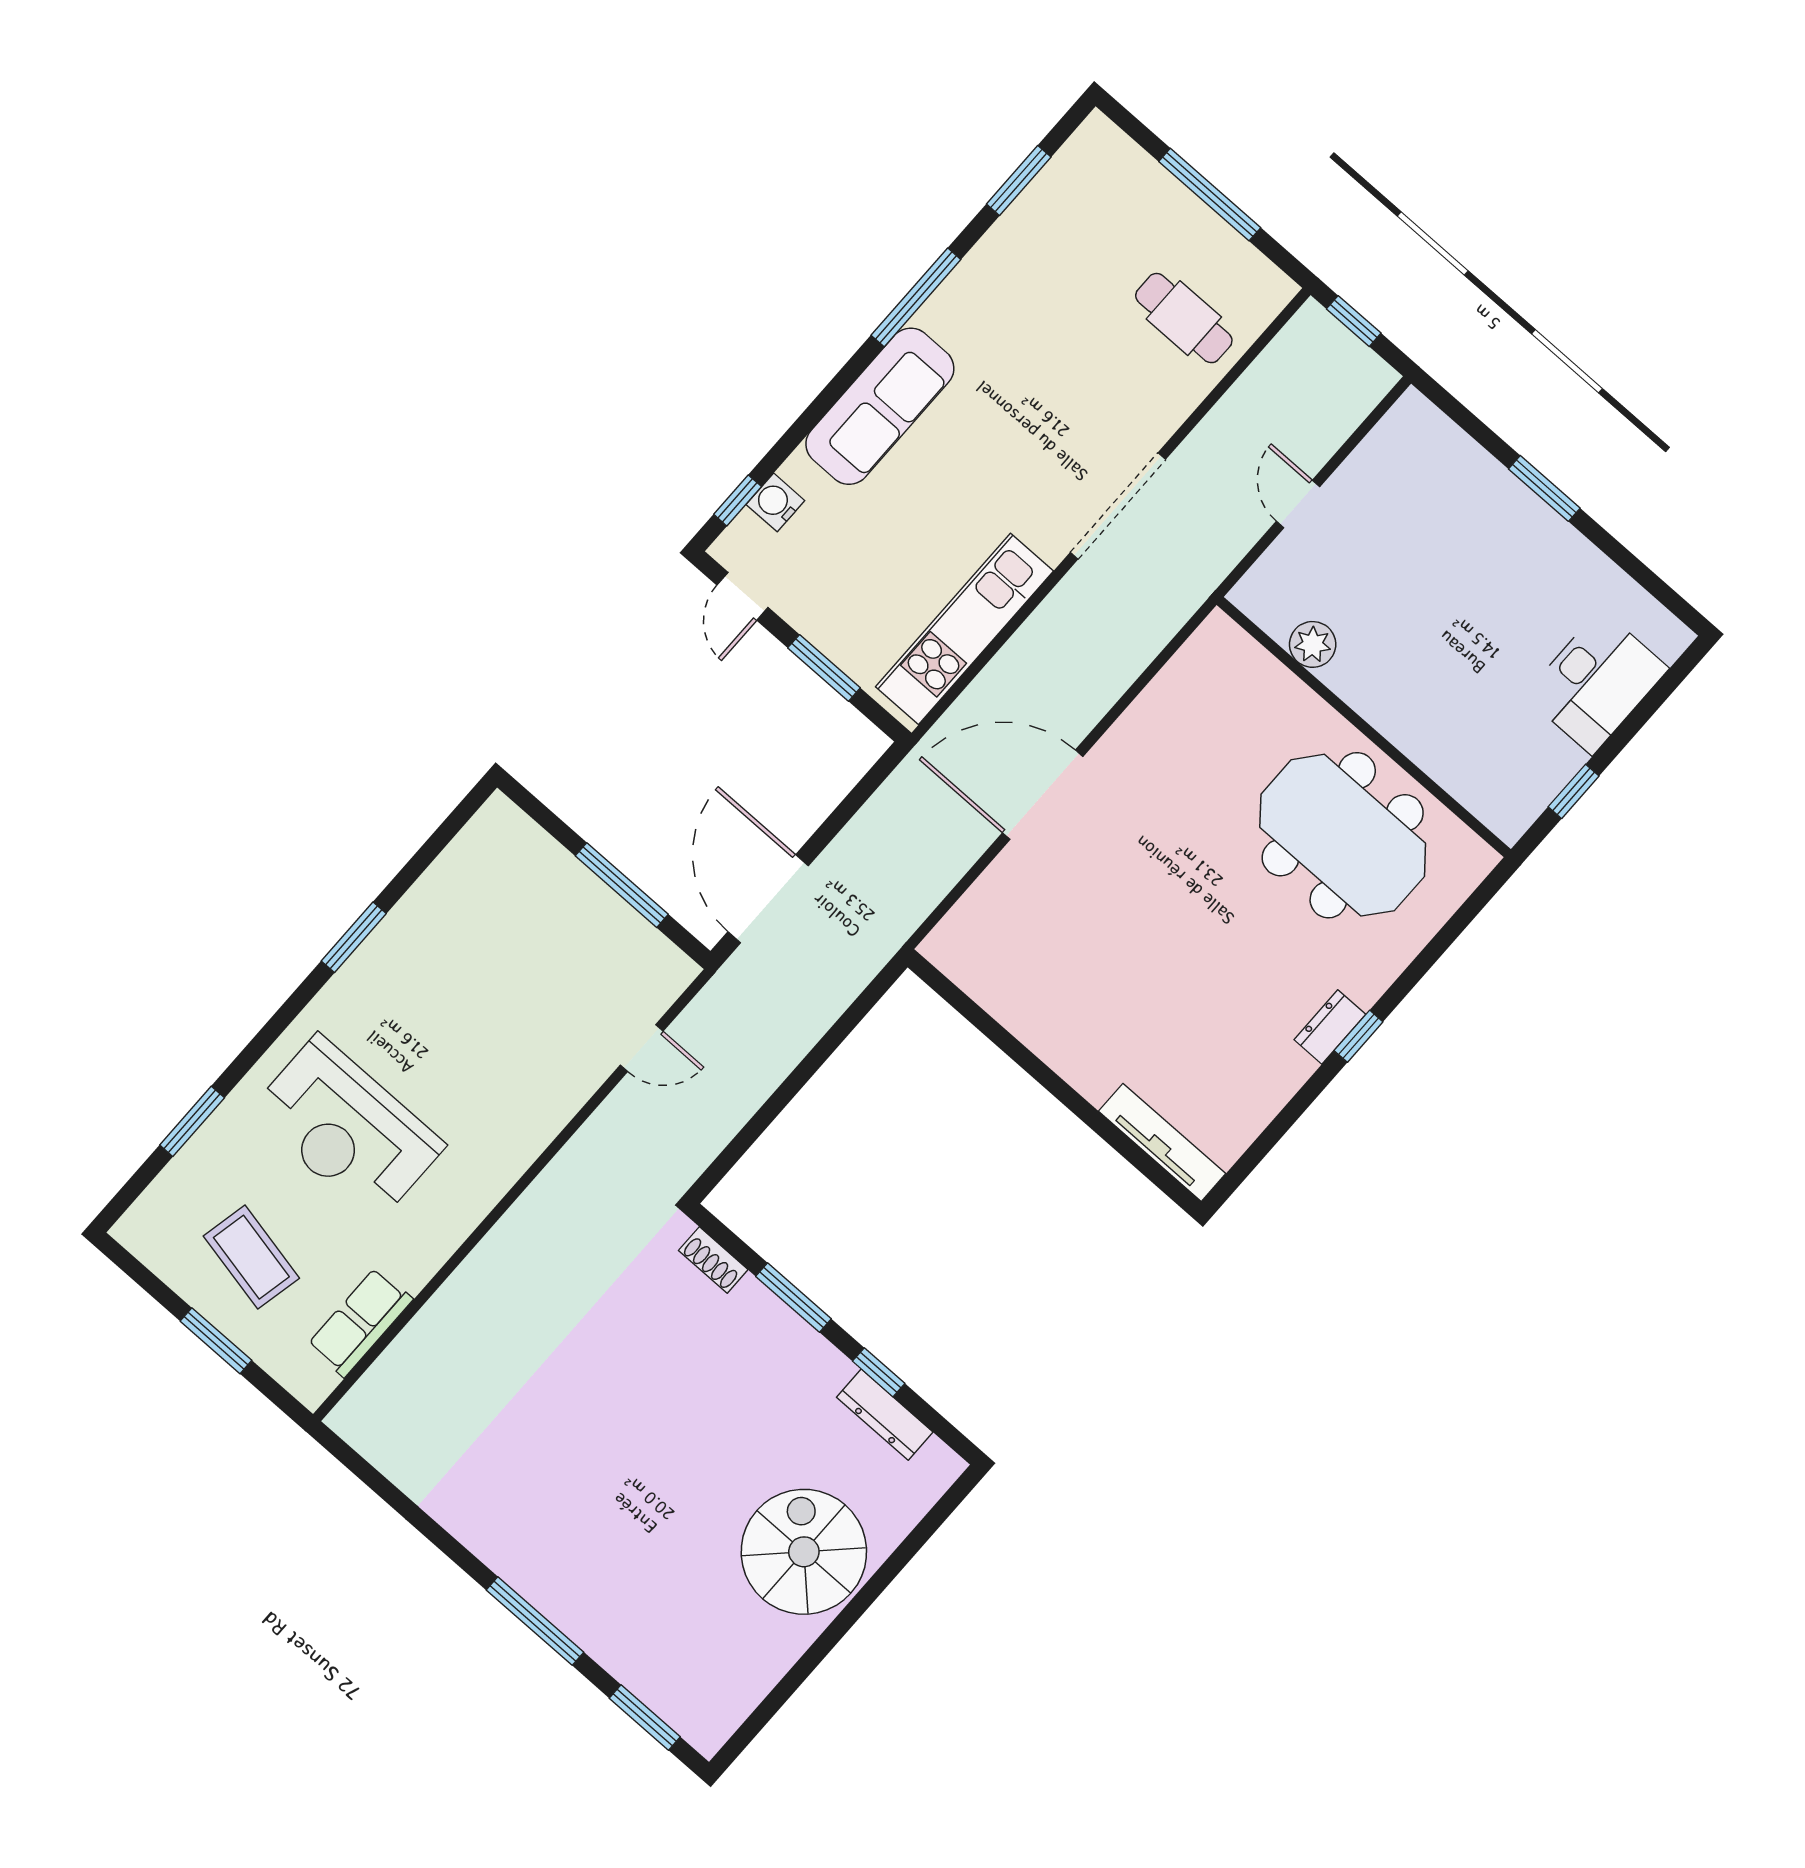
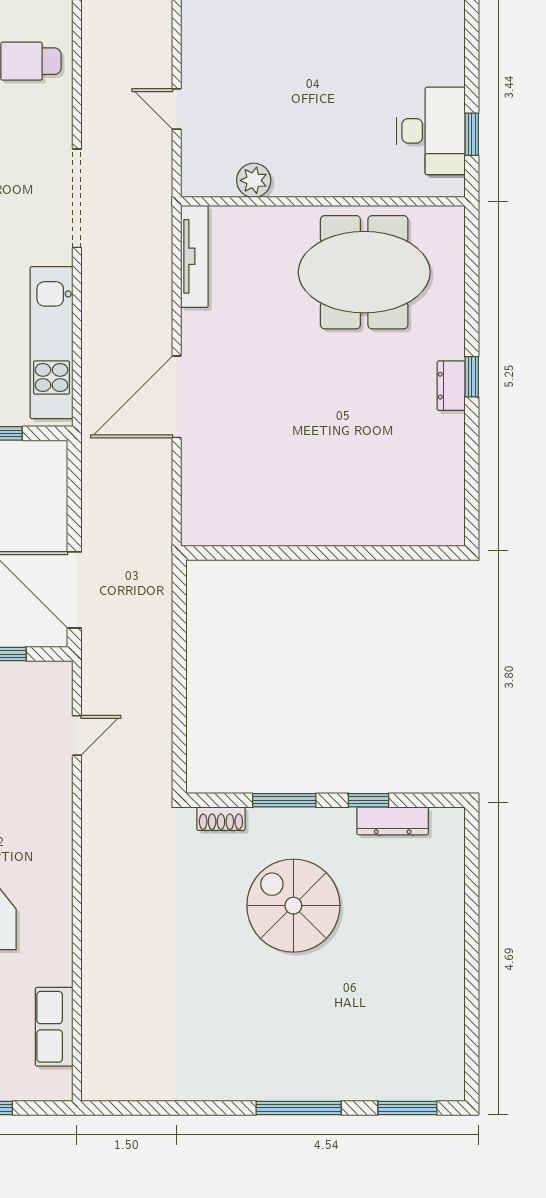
desk: (1596, 682) -> (431, 131), moved
tv unit: (1162, 1142) -> (194, 256), moved, turned 90
spiral stairs: (804, 1552) -> (293, 906), moved

